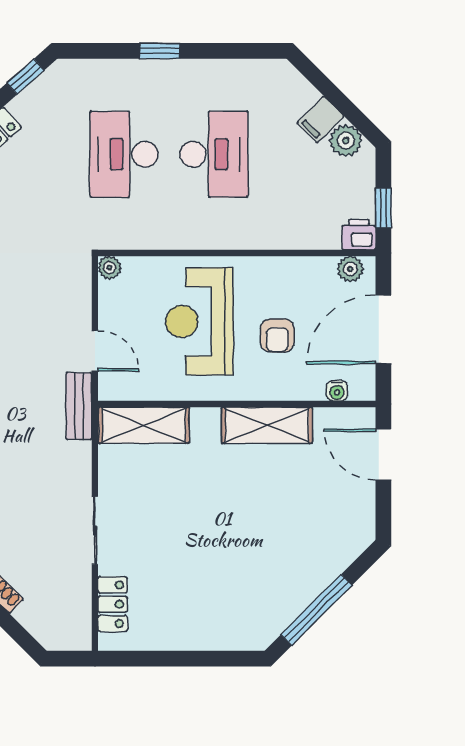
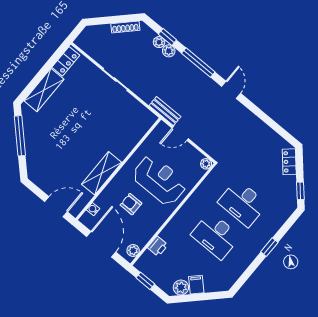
desk: (124, 154) -> (243, 203), turned 180
printer: (359, 235) -> (158, 246), moved
shelving: (144, 425) -> (44, 90), moved
locker: (113, 604) -> (66, 61), moved, turned -90

